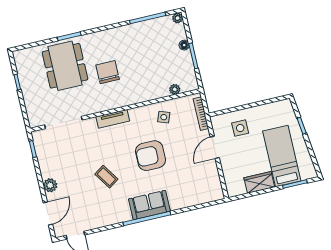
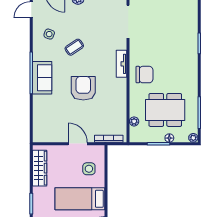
dining table: (65, 66) -> (165, 110), moved
chair: (108, 72) -> (144, 75), moved
side table: (164, 117) -> (49, 34), moved
bed: (282, 156) -> (80, 199), moved, turned 180
wardrobe: (259, 182) -> (40, 168), width x1.50

